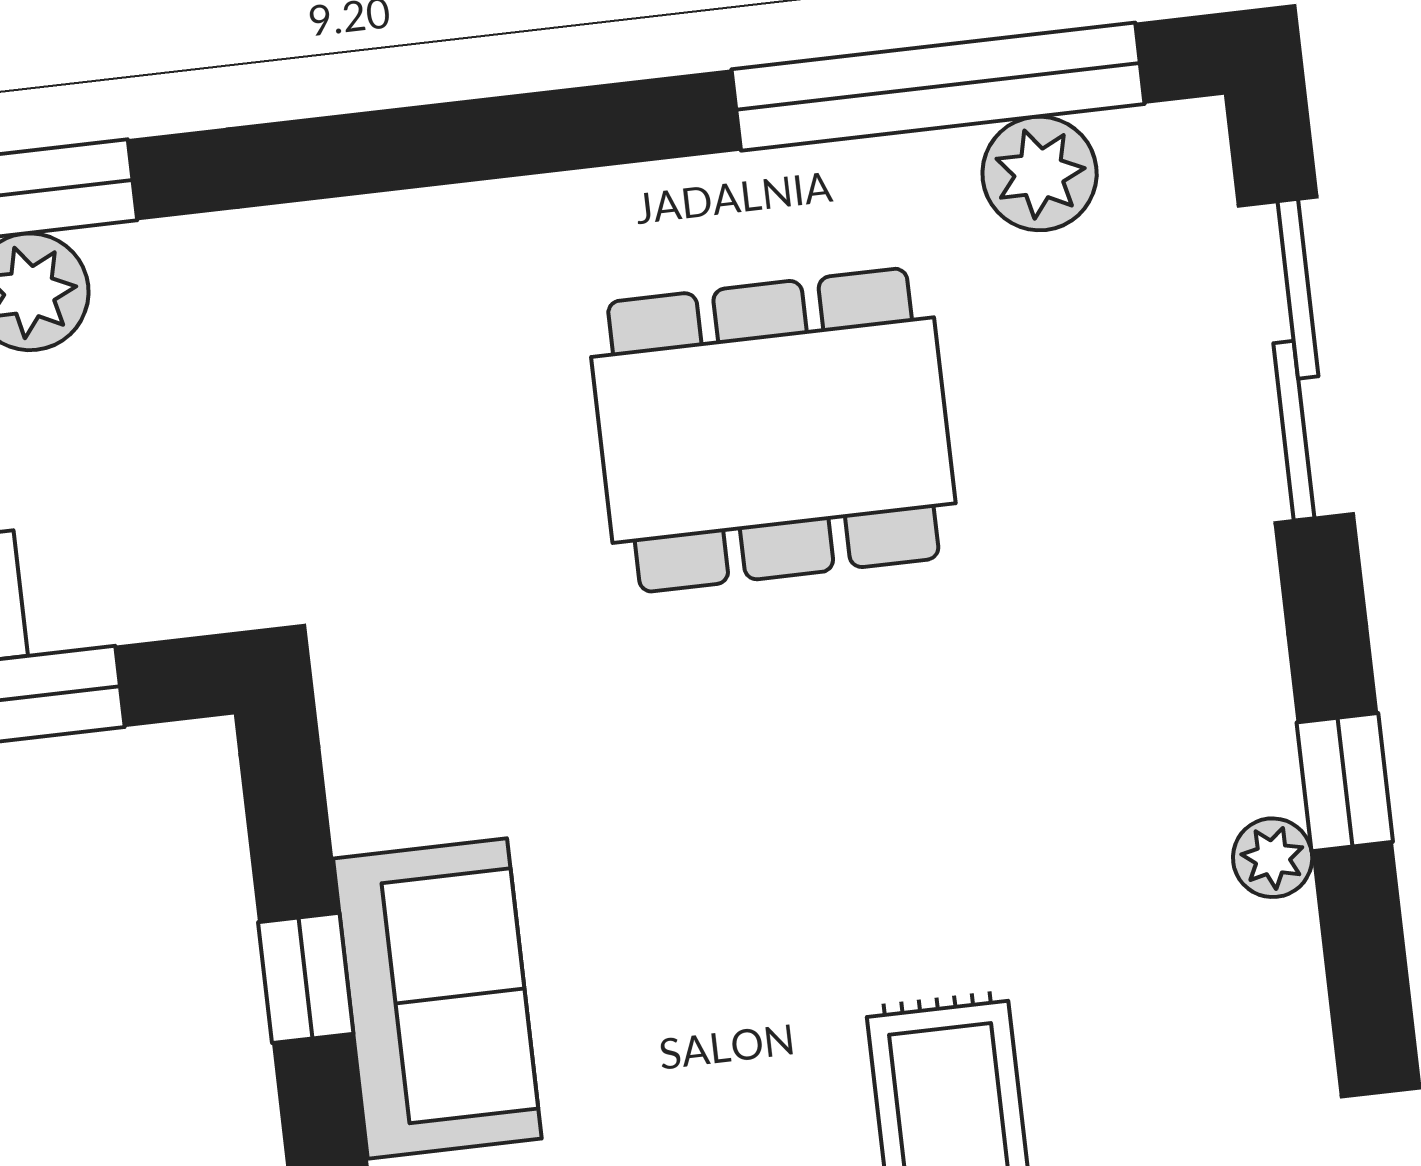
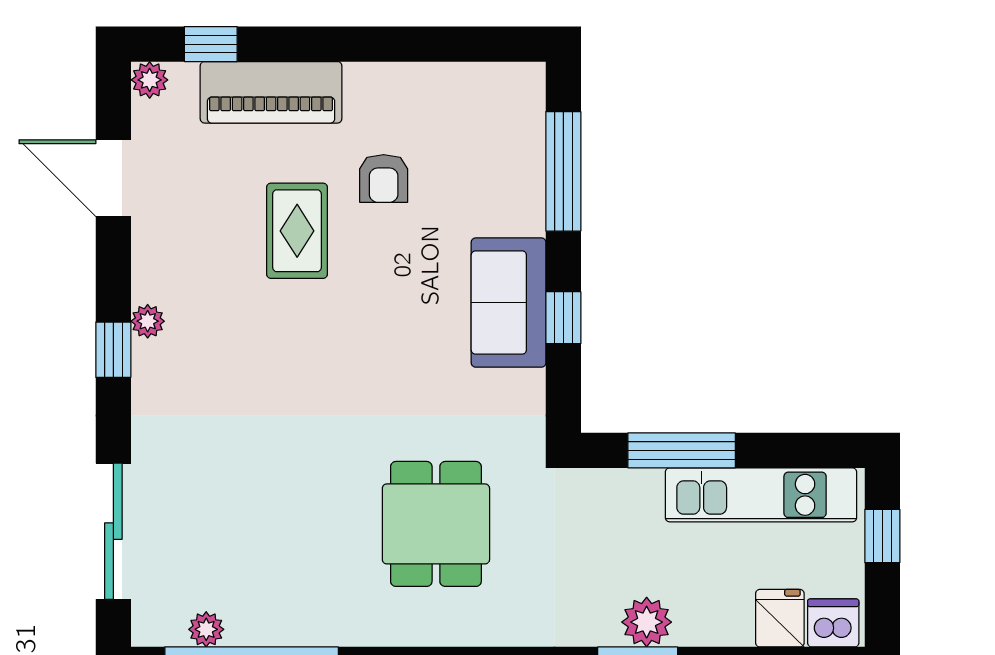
plant: (1040, 173) -> (206, 629), width x0.73, depth x0.73
dining table: (773, 430) -> (436, 524), moved, width x0.73

